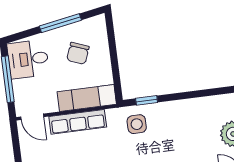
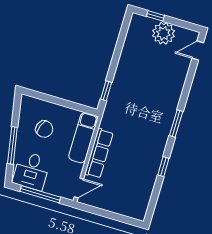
window: (60, 23) -> (12, 145), moved
side table: (137, 124) -> (122, 107), removed

